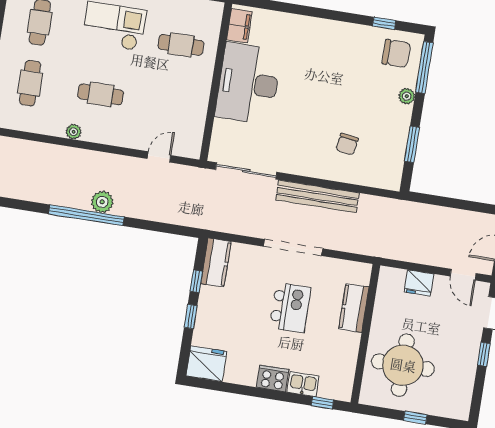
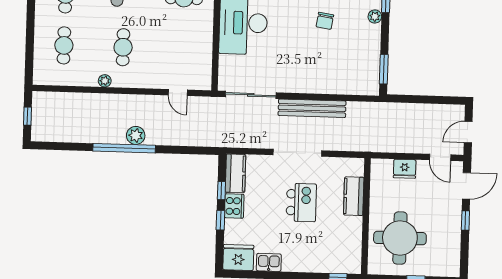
cafe table: (101, 94) -> (123, 47), turned 90
chair: (347, 144) -> (325, 21), moved
window: (412, 144) -> (384, 69), moved
door: (159, 157) -> (178, 93), swing flipped
cooker: (273, 378) -> (234, 206), moved, turned 90
kitchen sink: (303, 384) -> (269, 262), moved

